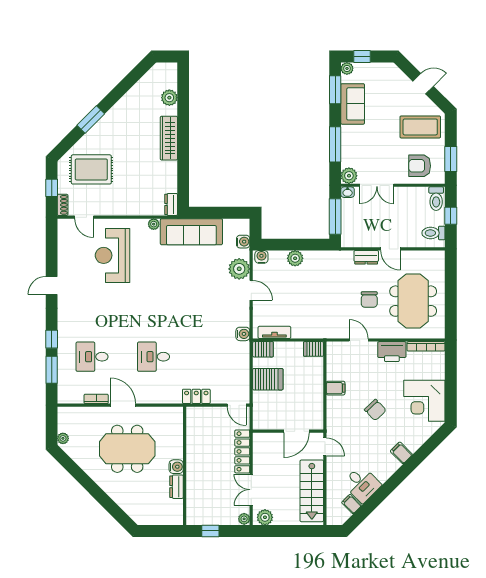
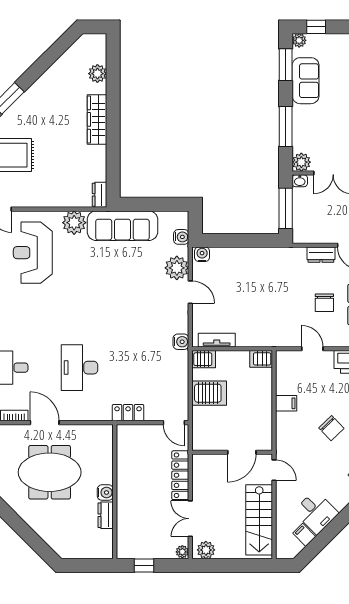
plant: (154, 224) -> (74, 223), width x1.88, depth x1.88
plant: (295, 258) -> (240, 256), removed
desk: (154, 357) -> (79, 368), width x1.37

